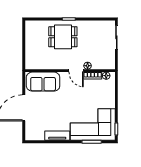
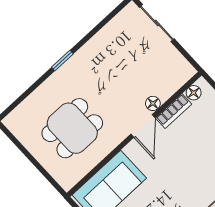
dining table: (63, 37) -> (72, 128), moved
door: (76, 71) -> (143, 126), hinge flipped

